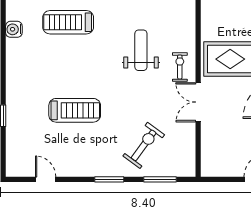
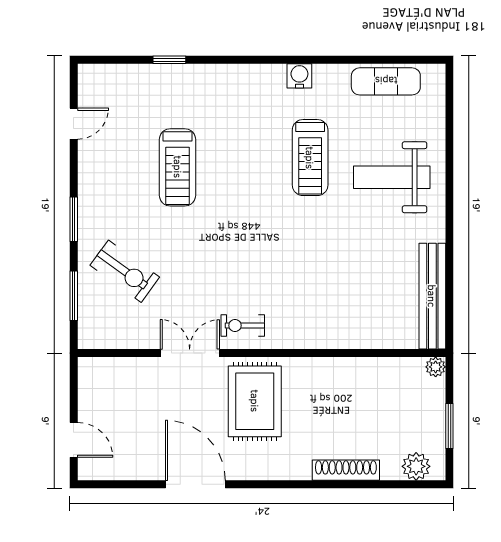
treadmill: (68, 22) -> (310, 158), turned 180
weight bench: (141, 50) -> (268, 267), removed
exercise bike: (180, 67) -> (243, 326), turned 180

